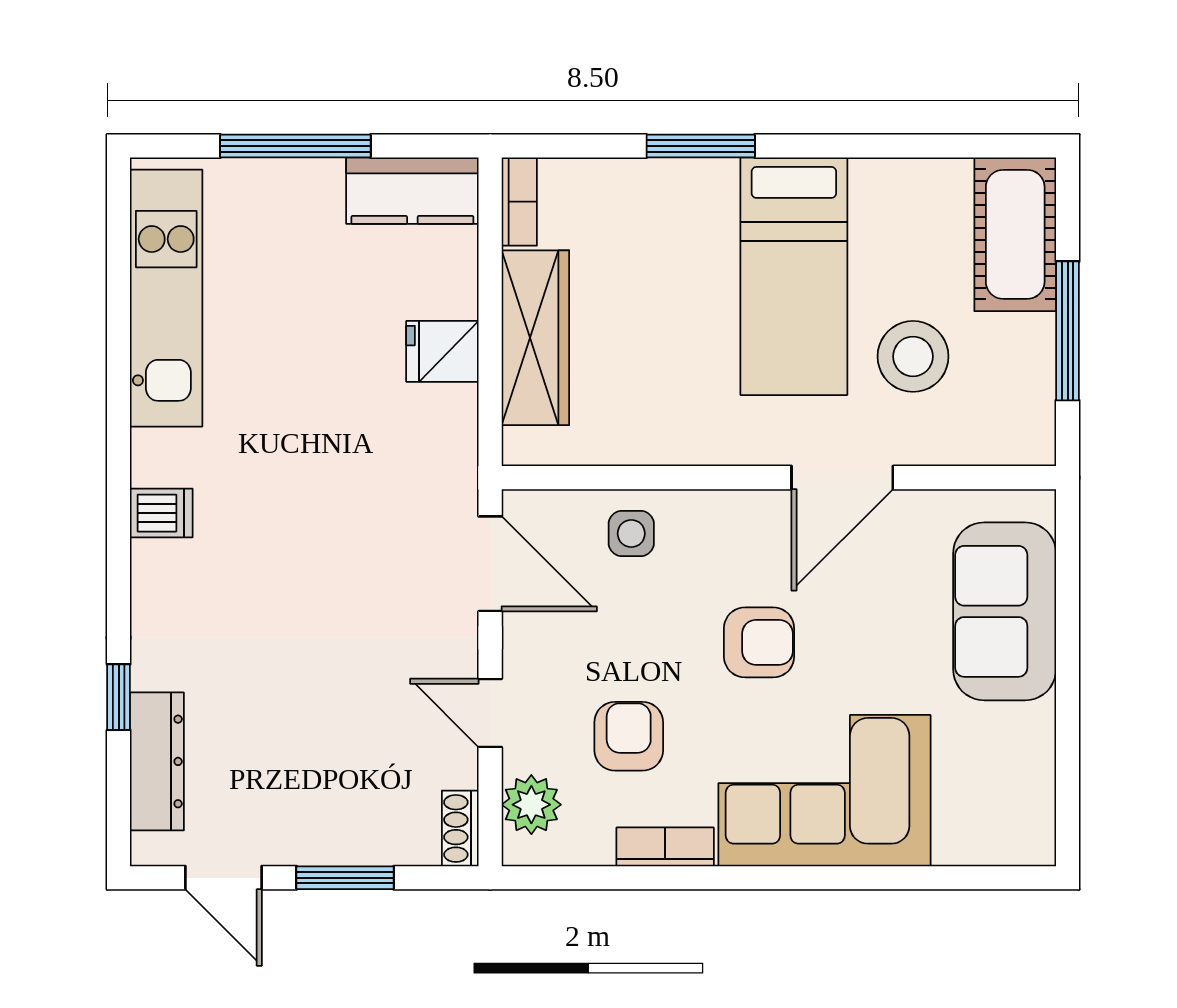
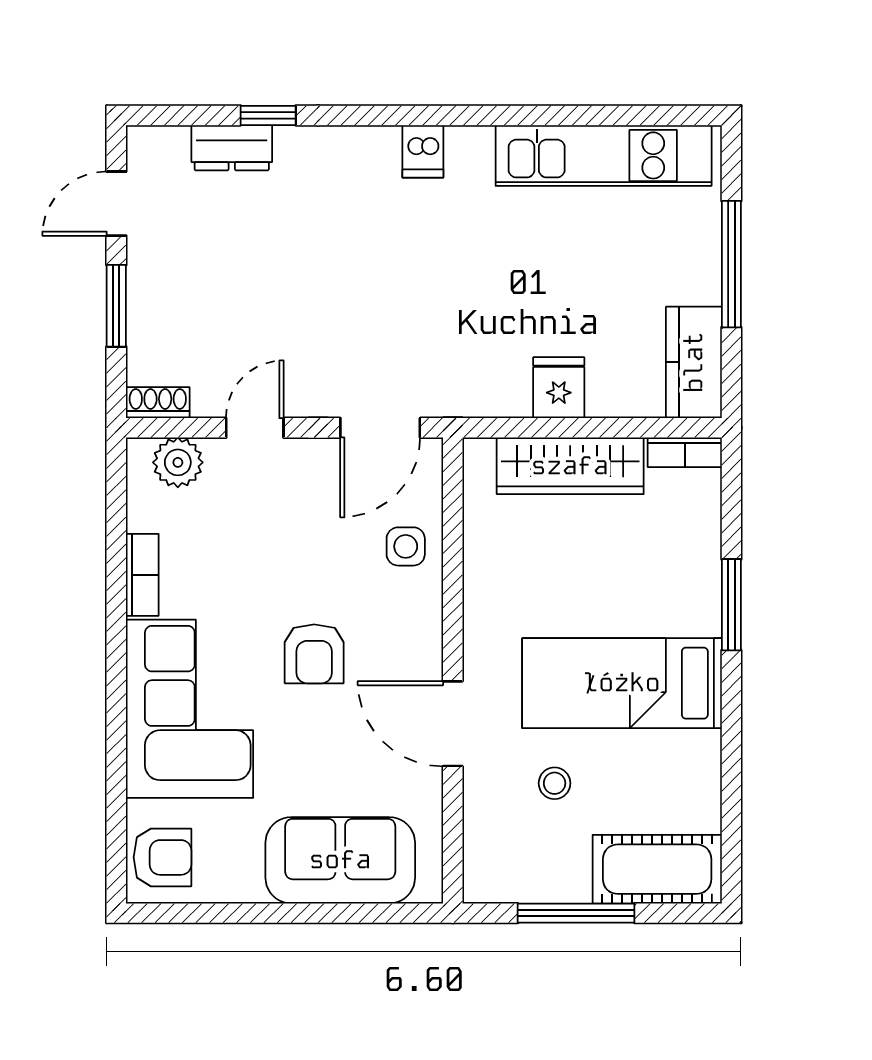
stool: (913, 356) -> (555, 783), width x0.53, depth x0.53
armchair: (629, 736) -> (162, 857), moved
dresser: (157, 761) -> (232, 148), width x0.70

